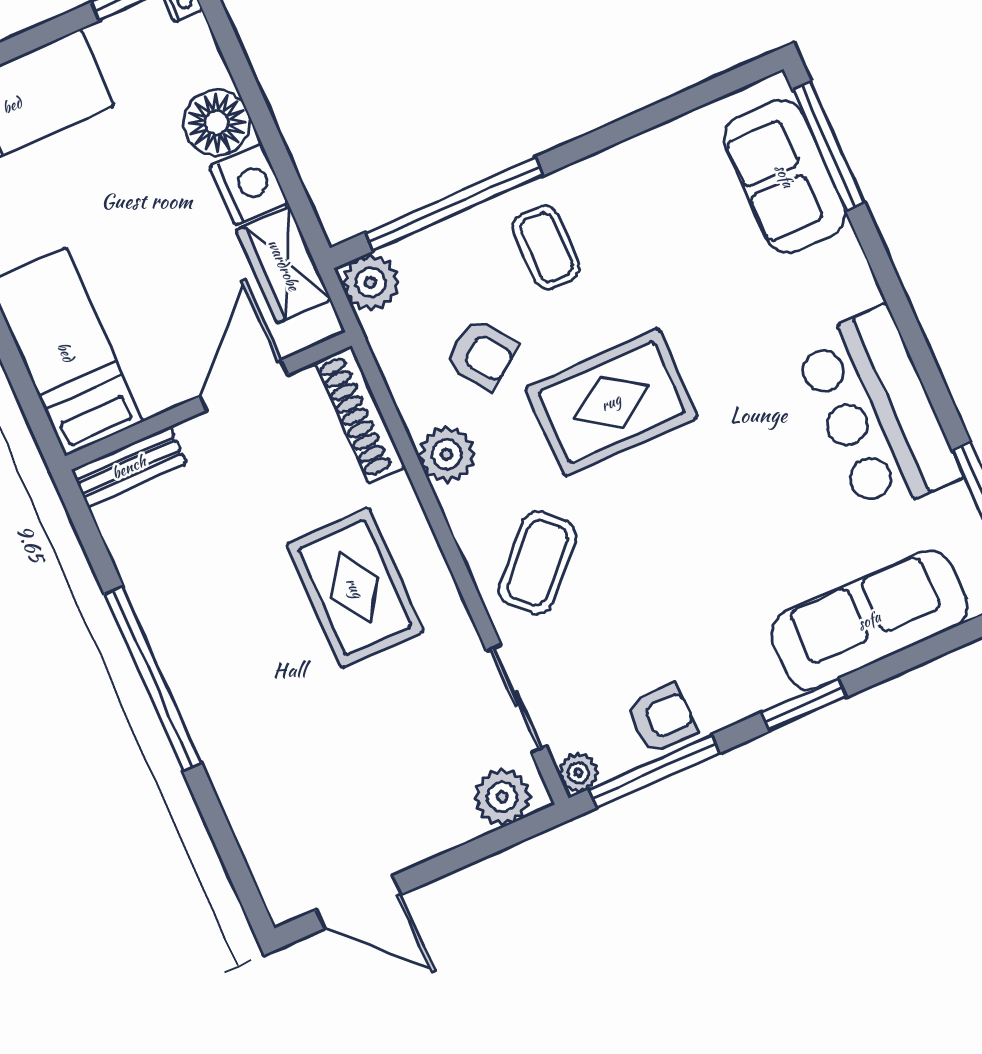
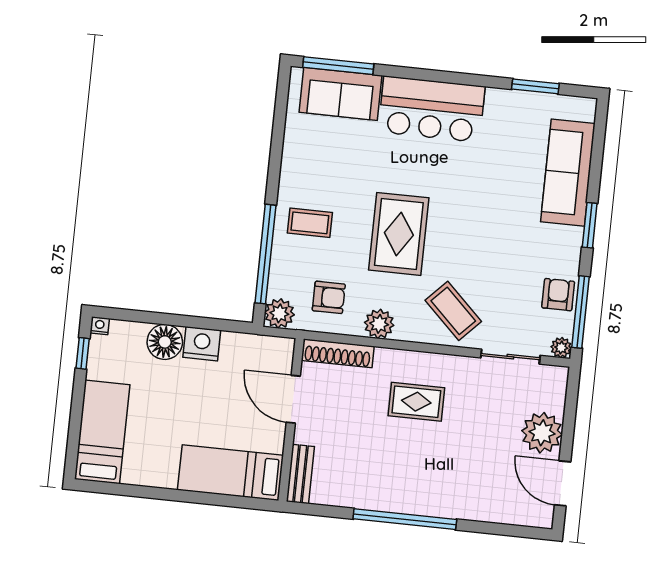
wardrobe: (284, 265) -> (248, 349), removed
armchair: (482, 354) -> (329, 297), moved, turned 37
bar counter: (877, 411) -> (432, 109), moved
rug: (355, 588) -> (416, 402), width x0.73, depth x0.70
plant: (502, 797) -> (542, 433), moved, width x1.36, depth x1.36
door: (359, 902) -> (563, 483), swing flipped

